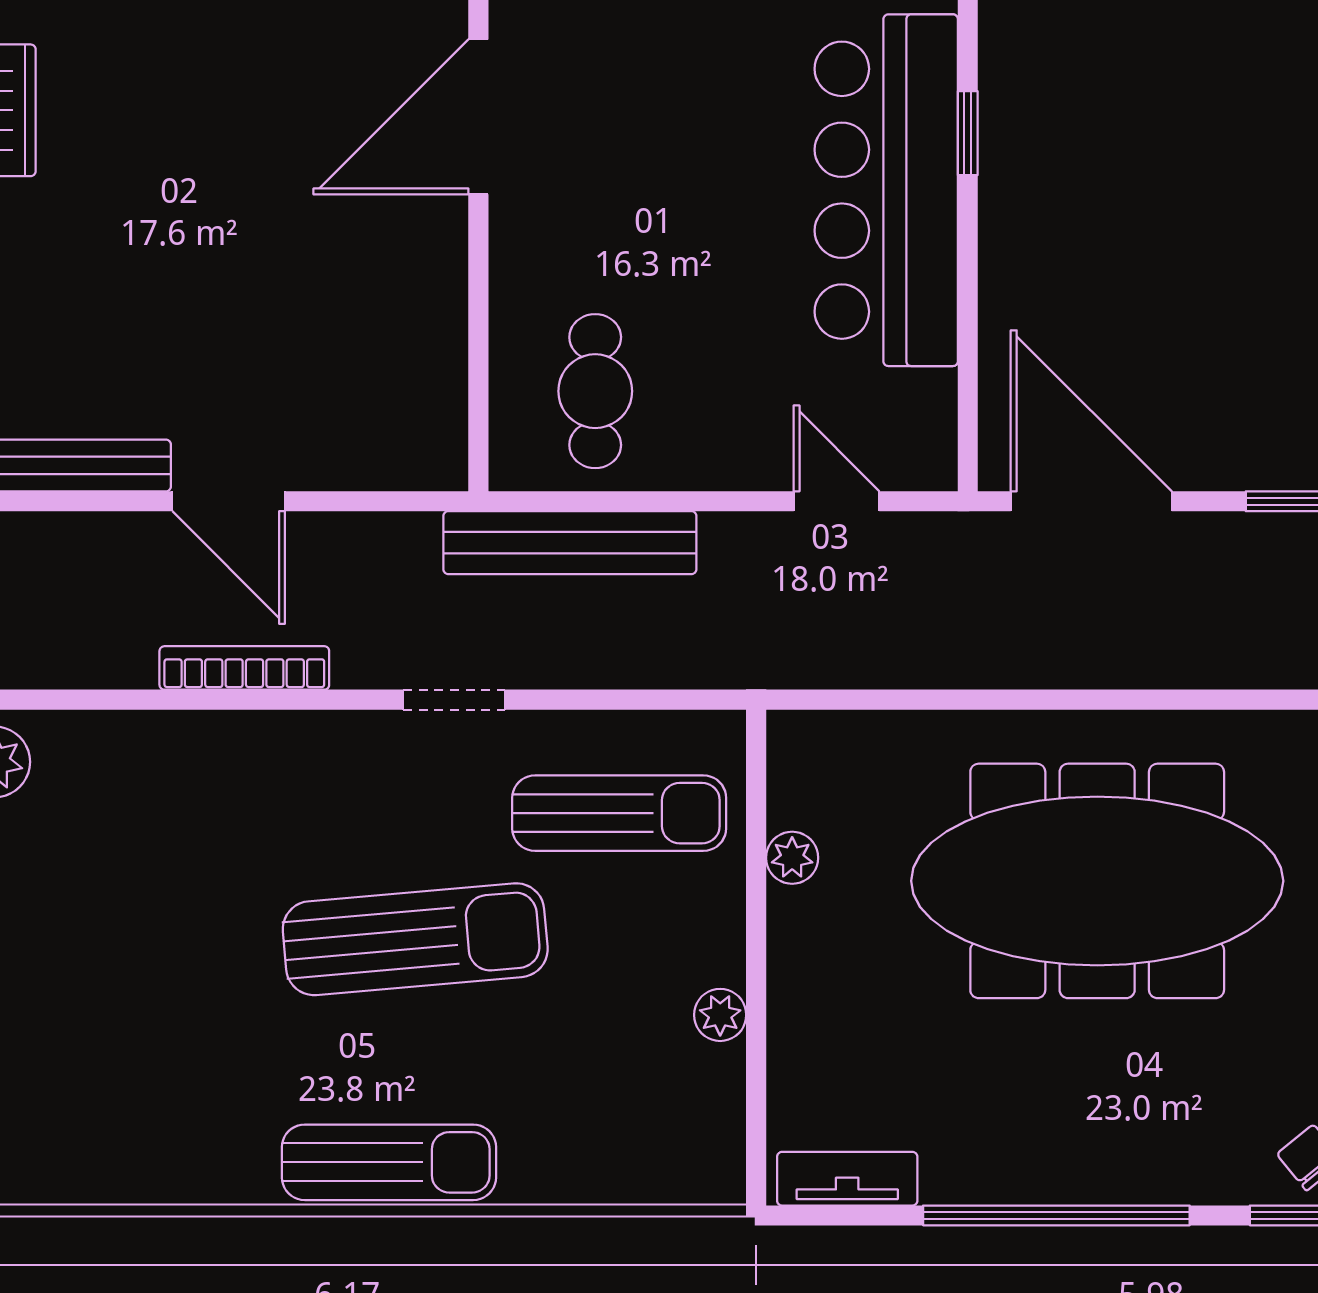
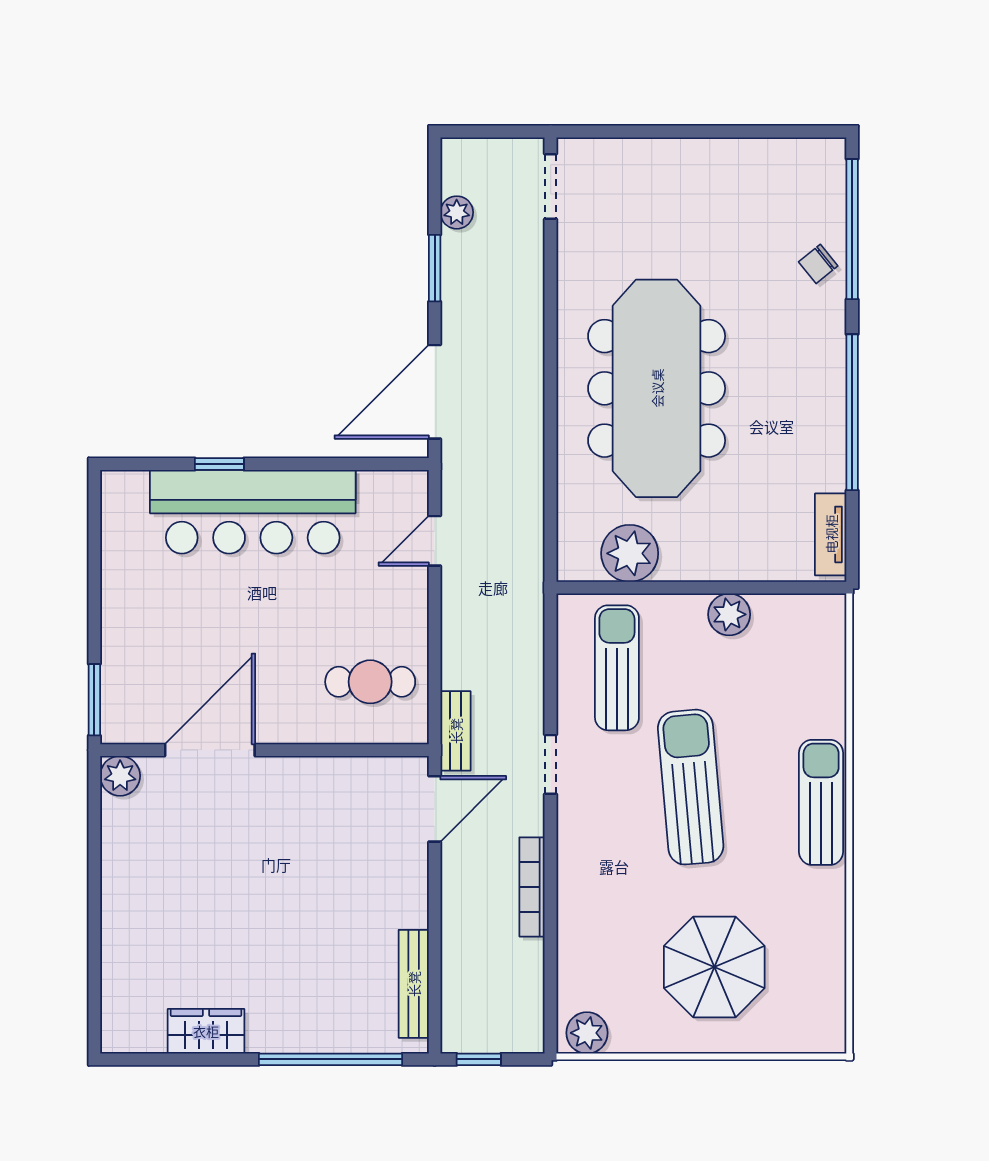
door: (478, 117) -> (210, 750), swing flipped
door: (229, 501) -> (435, 809), moved
bench: (570, 543) -> (456, 731), width x0.54, depth x0.82
plant: (792, 858) -> (630, 553), width x1.88, depth x1.88
parasol: (107, 980) -> (714, 967), added
plant: (720, 1015) -> (729, 614), width x1.38, depth x1.38

